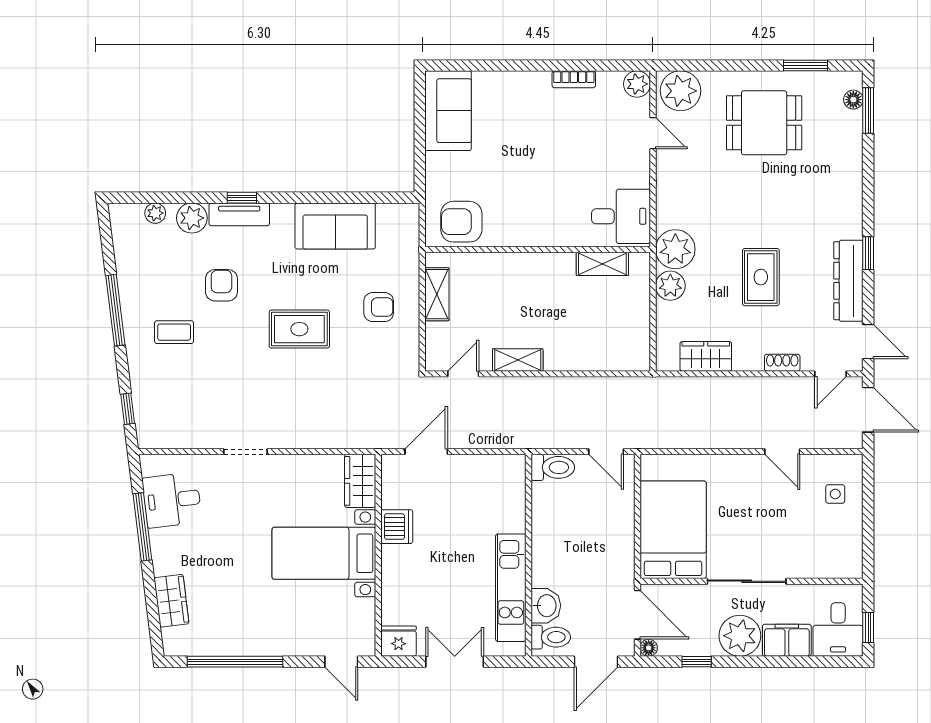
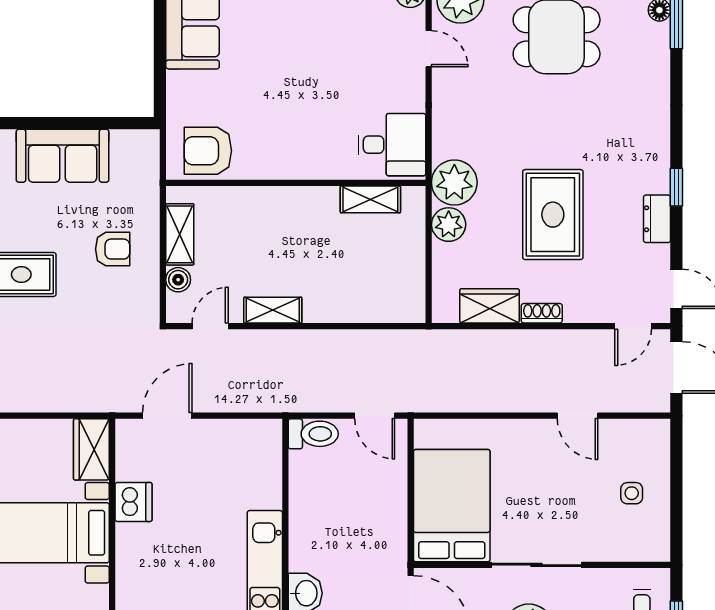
rug: (761, 277) -> (553, 215), width x1.36, depth x1.43
dresser: (848, 281) -> (657, 219), width x0.51, depth x0.80
boiler: (436, 334) -> (178, 280), added
shoe rack: (782, 363) -> (542, 313), moved
side table: (835, 494) -> (632, 493), moved

